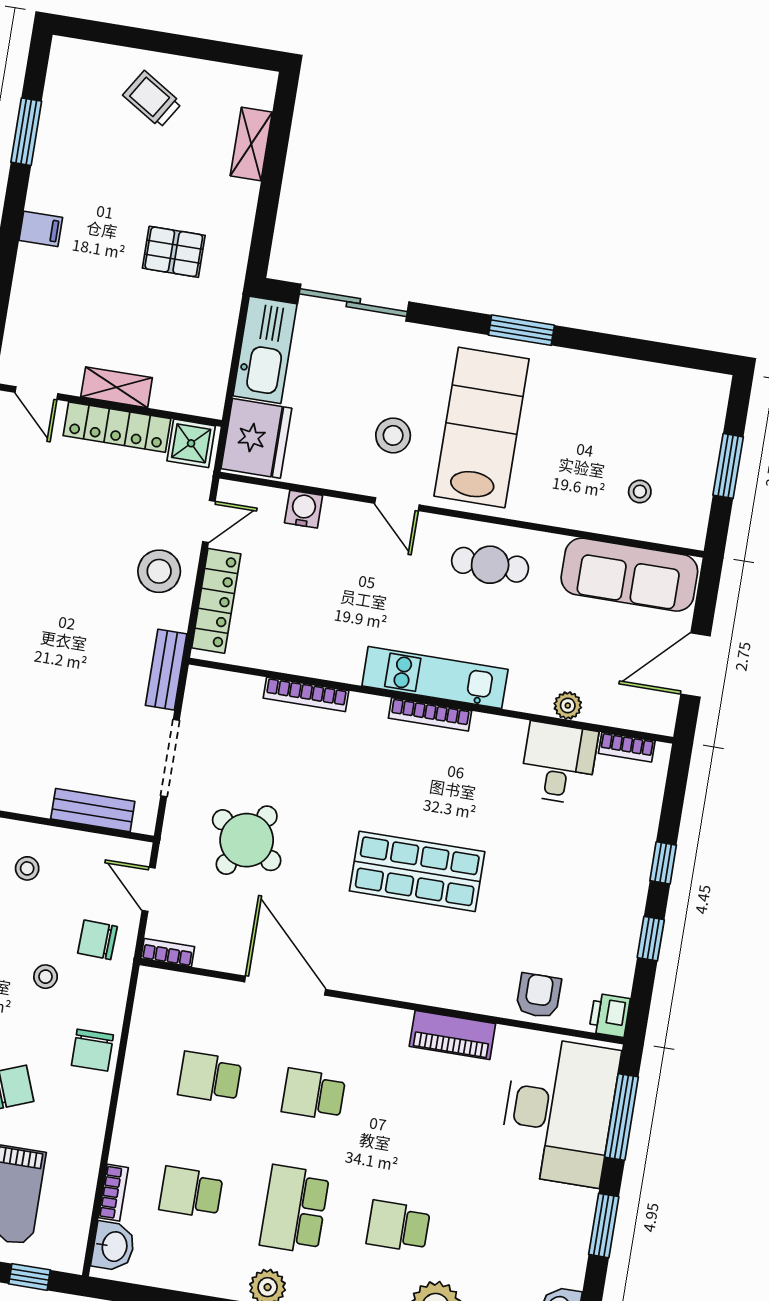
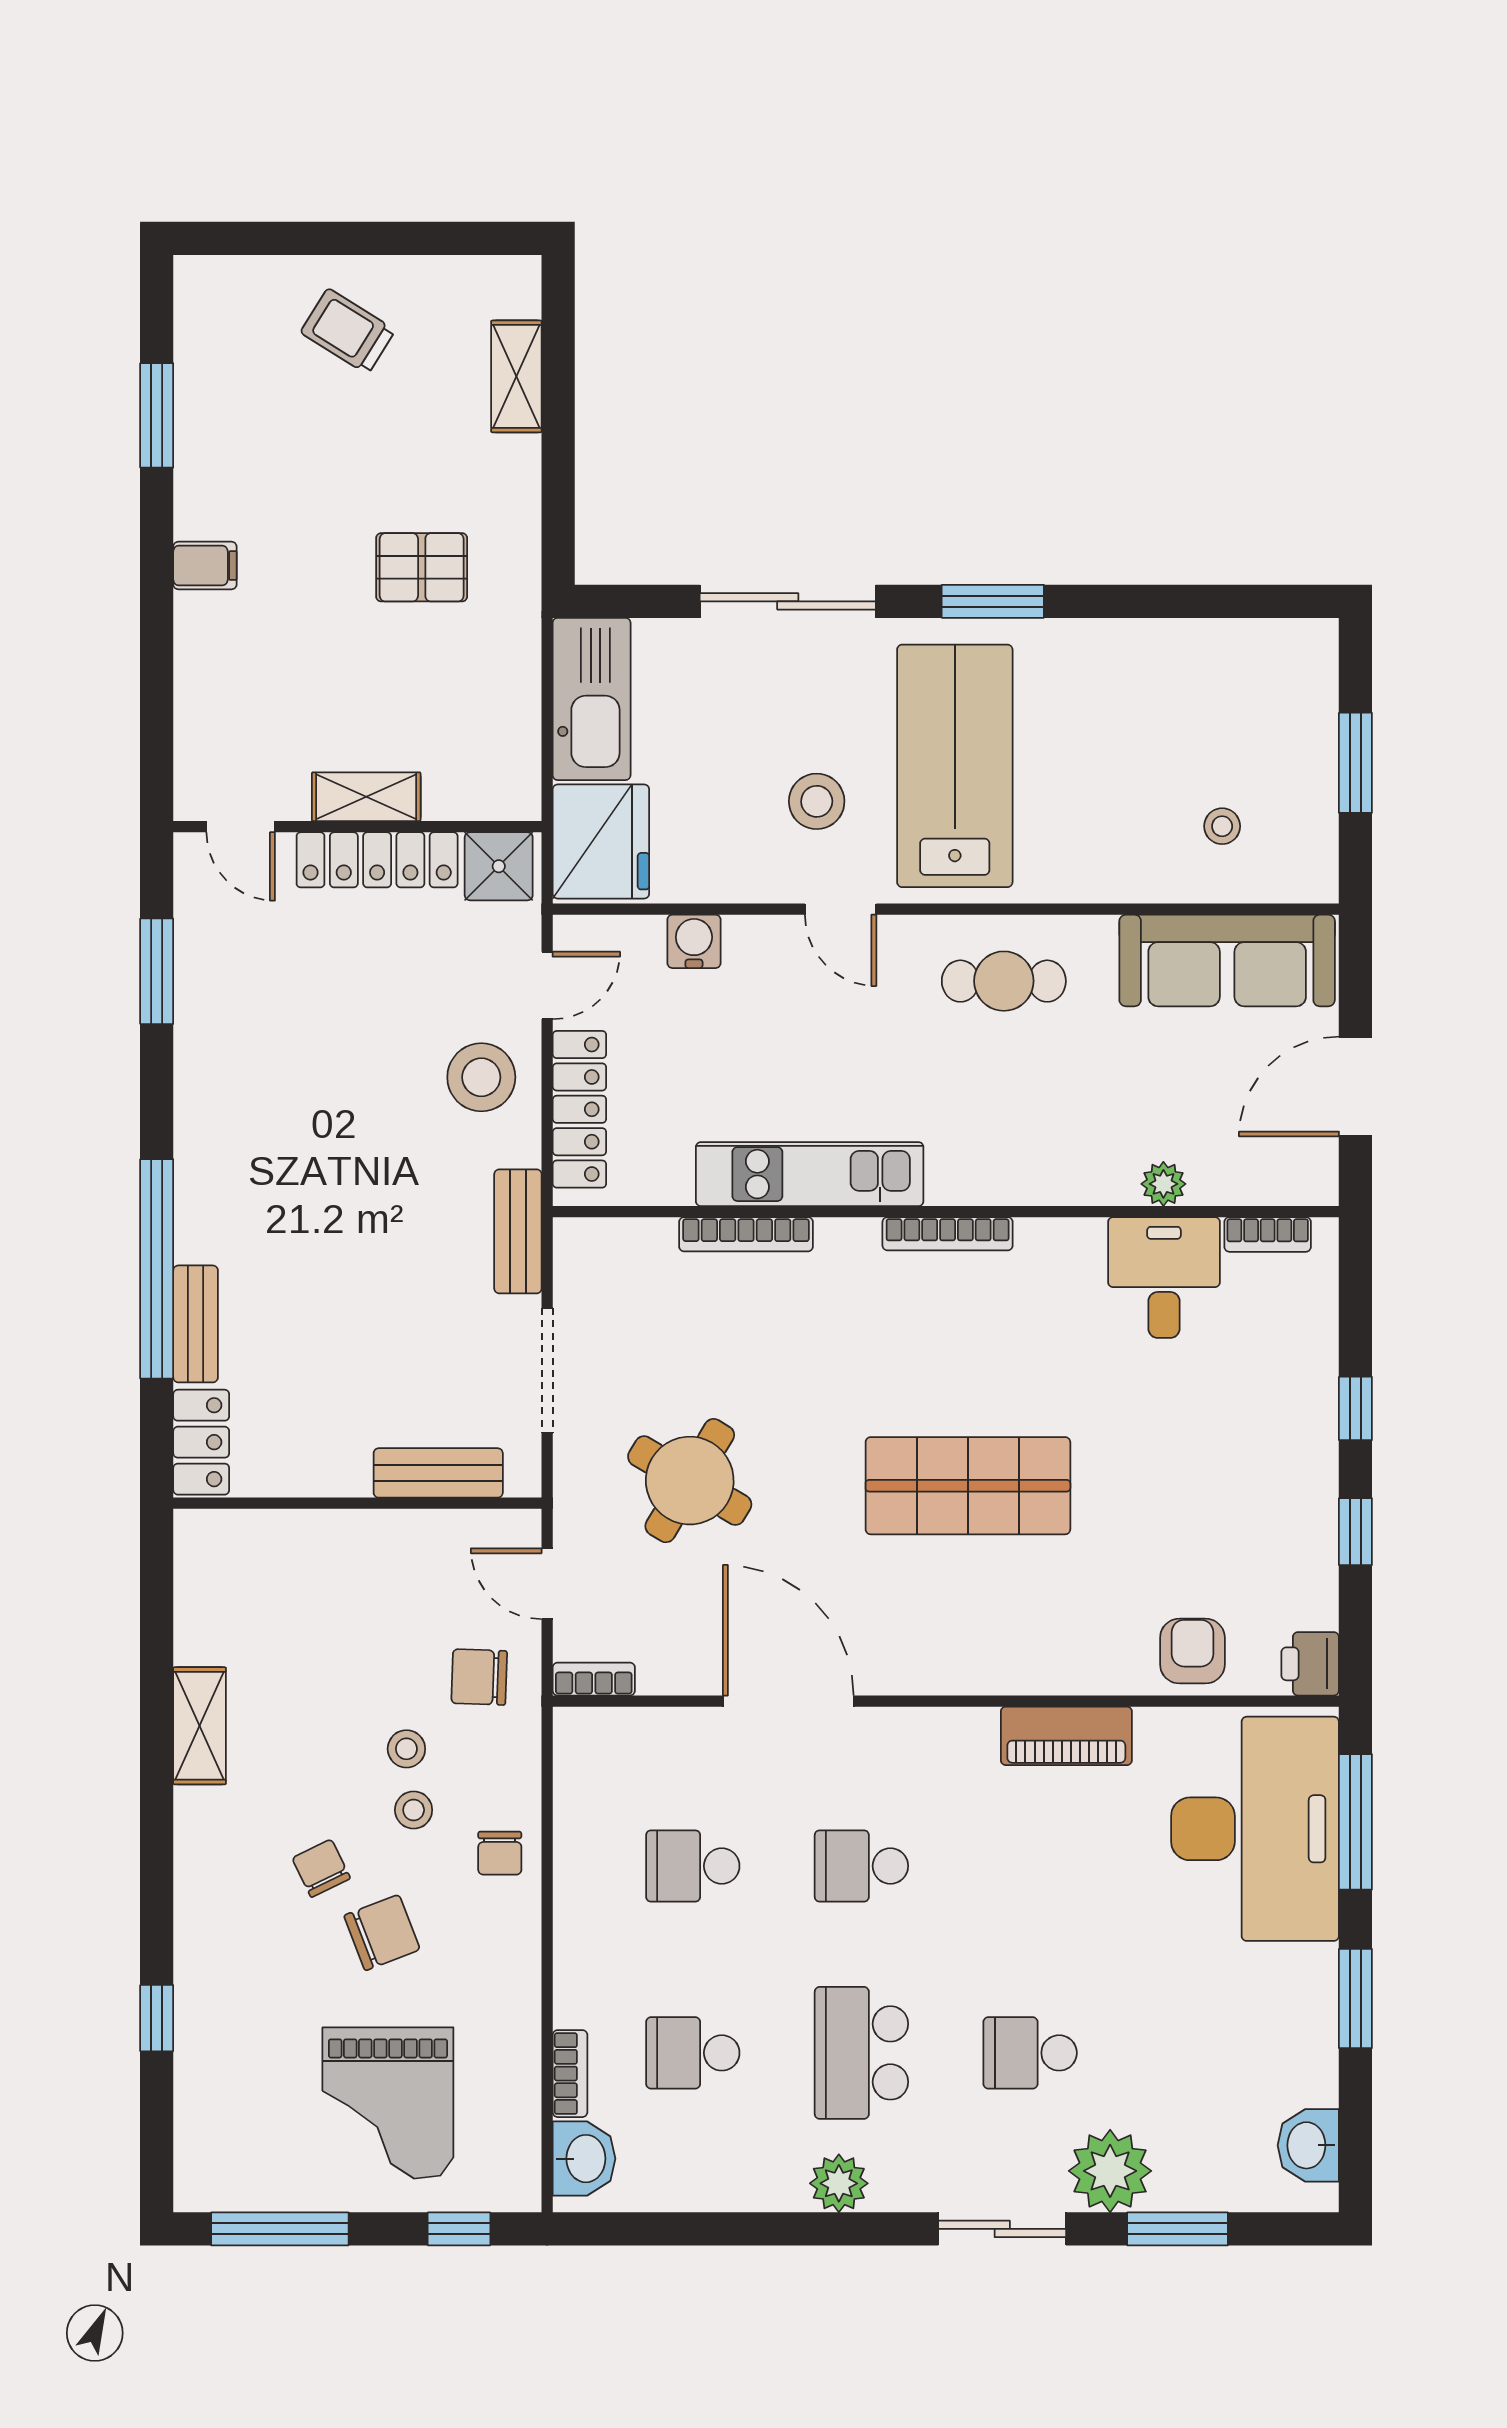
sliding door: (353, 303) -> (788, 601), moved
kitchen unit: (435, 678) -> (810, 1174), moved
stool: (27, 868) -> (414, 1810), moved
chair: (92, 1050) -> (500, 1853), width x0.73, depth x0.73

